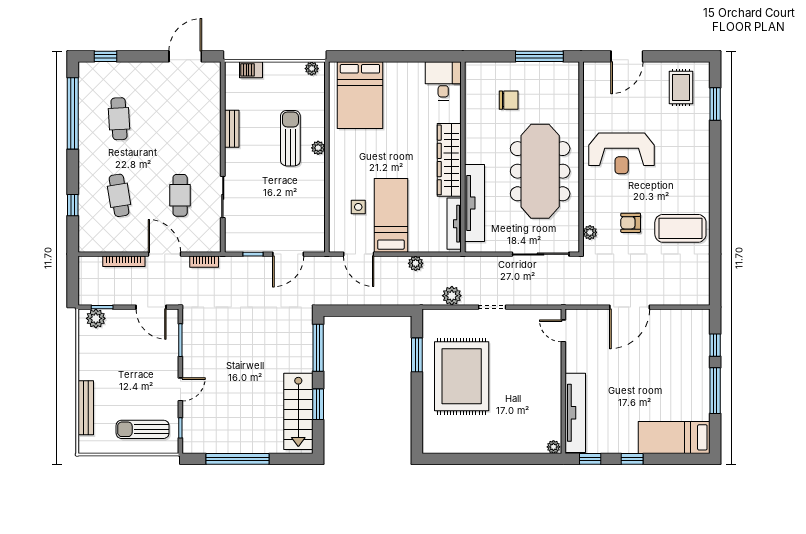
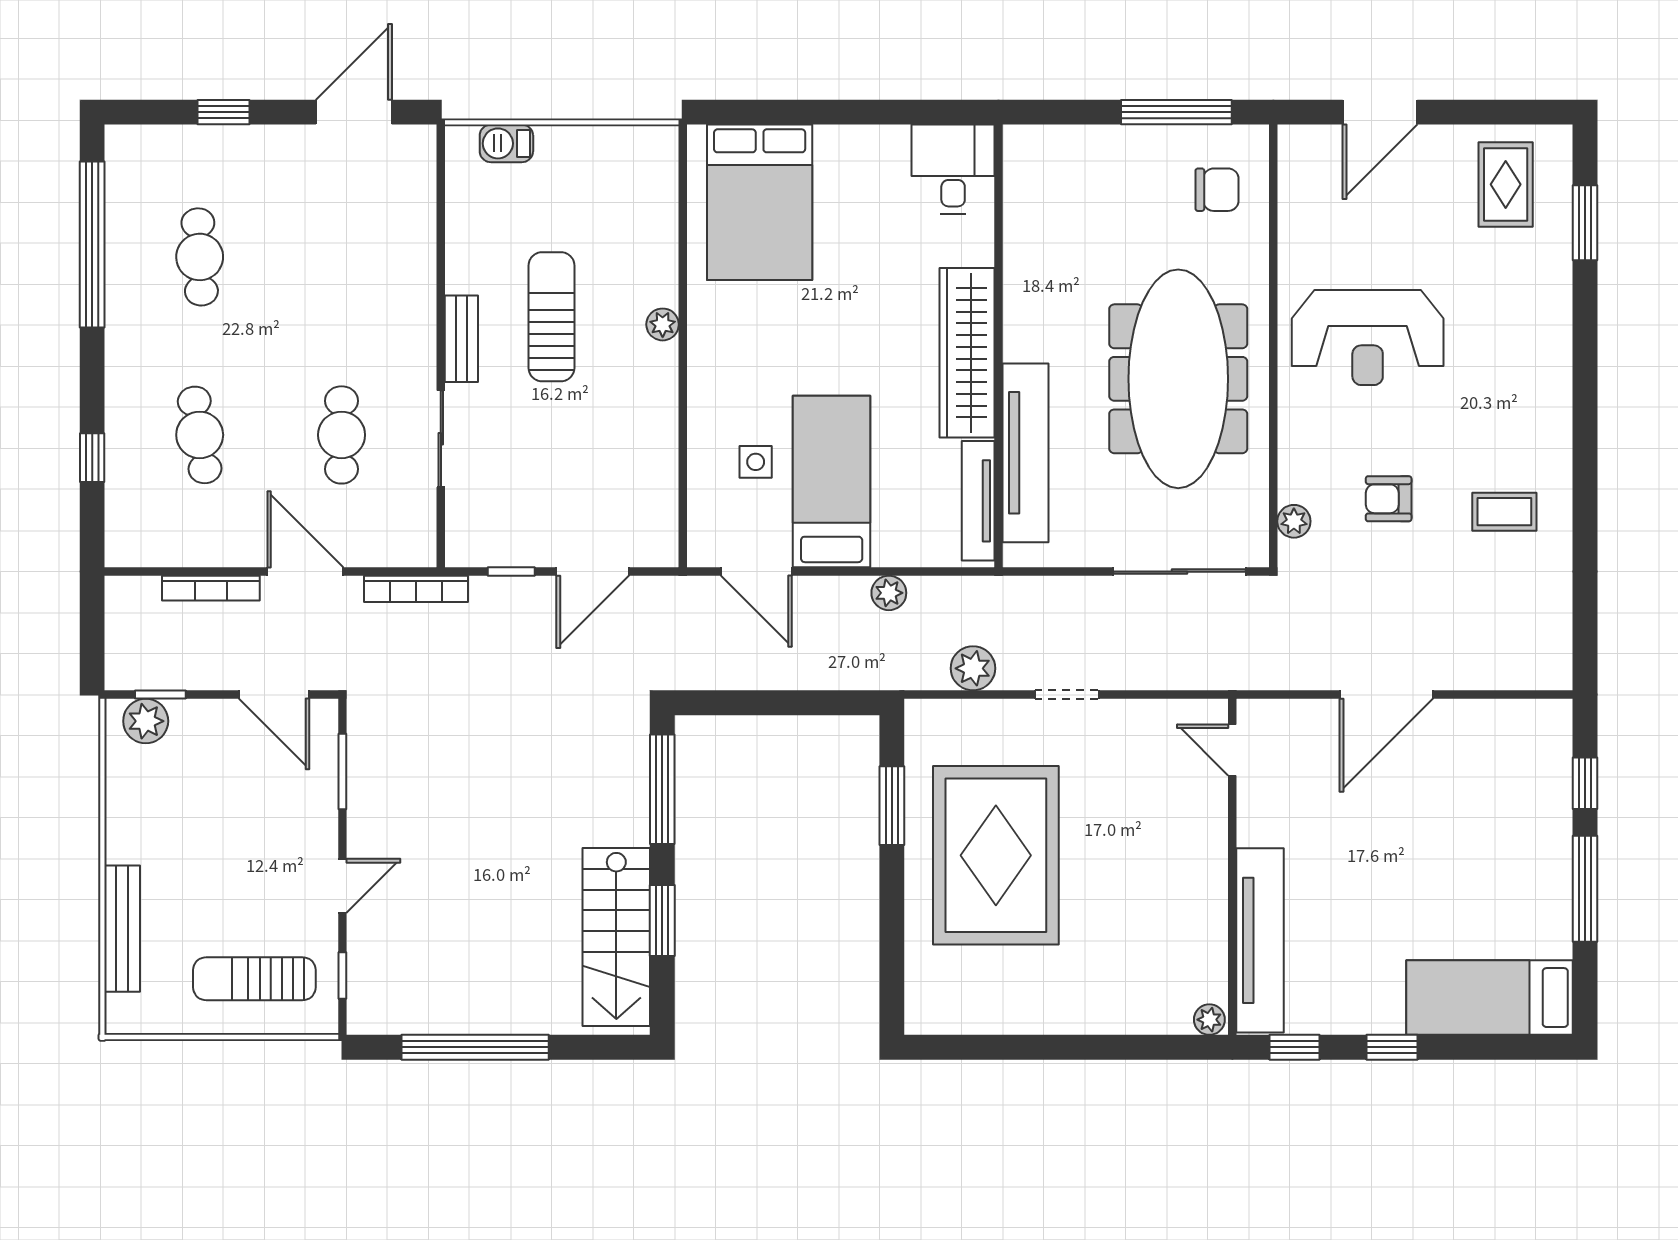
window: (105, 56) -> (223, 112), moved
plant: (312, 69) -> (648, 140), removed
chair: (509, 100) -> (1217, 190), moved
bench: (232, 129) -> (461, 339), moved
sun lounger: (290, 138) -> (551, 317), moved
coffee table: (680, 228) -> (1504, 512), width x0.54, depth x0.58
bookcase: (204, 262) -> (416, 589), width x1.56

